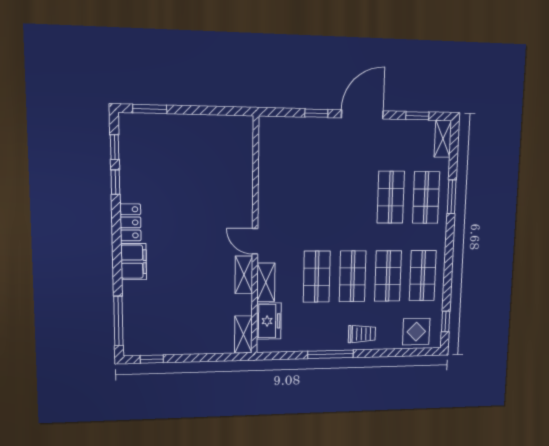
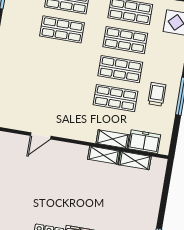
door: (255, 241) -> (41, 136), moved
shelving: (243, 334) -> (135, 161), moved
trolley: (362, 334) -> (157, 94), moved

